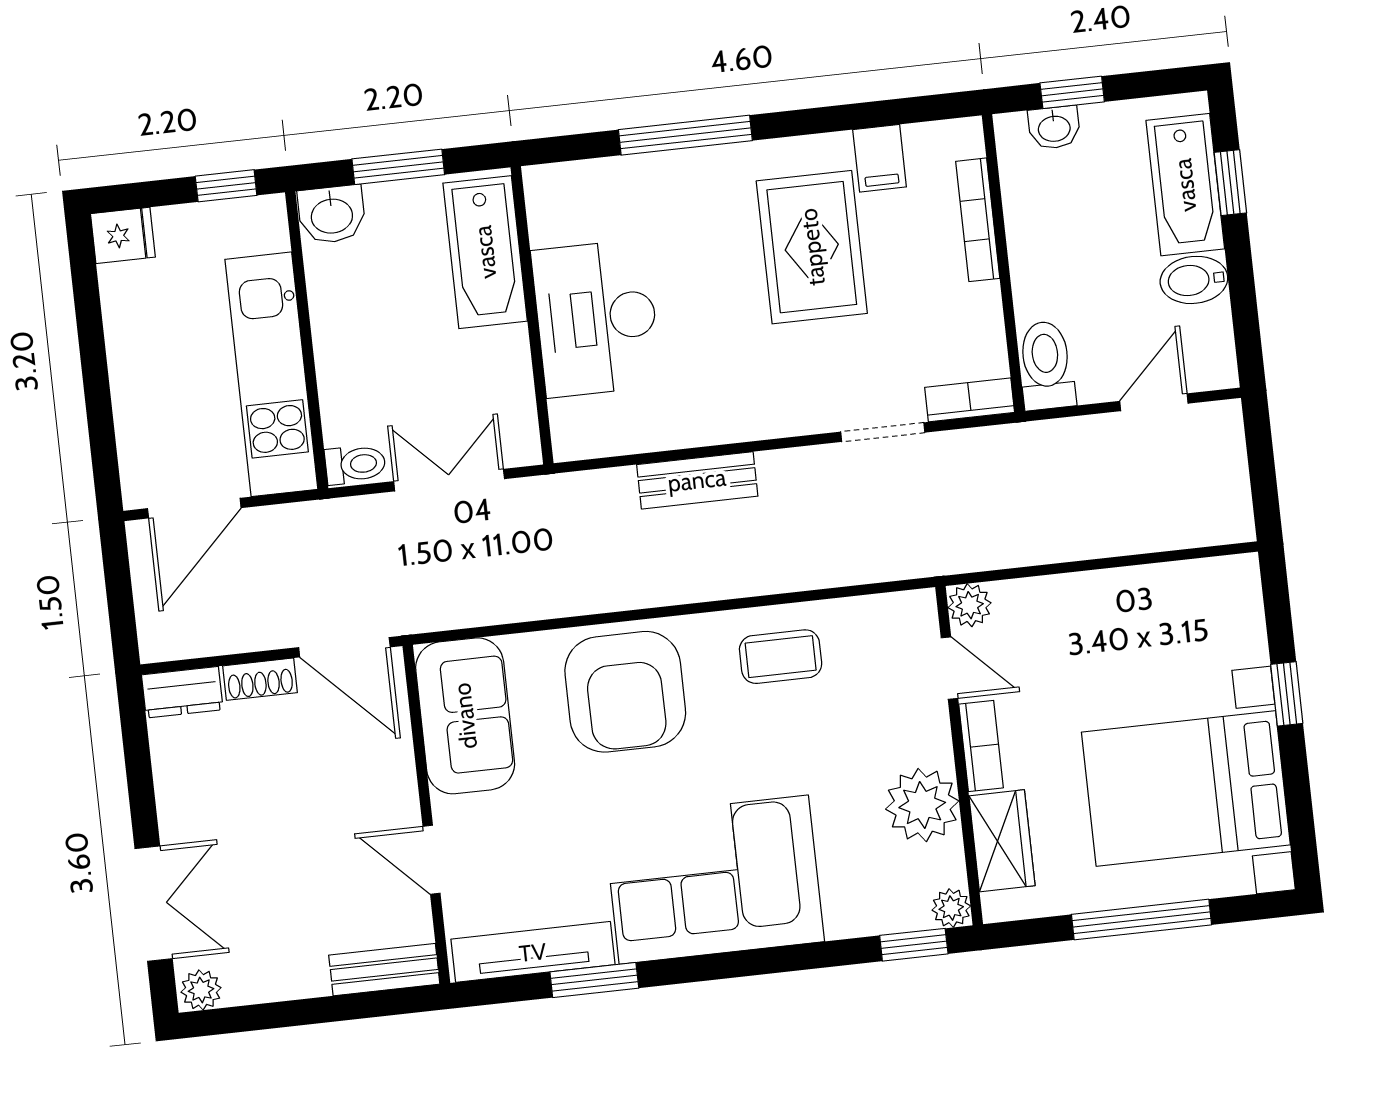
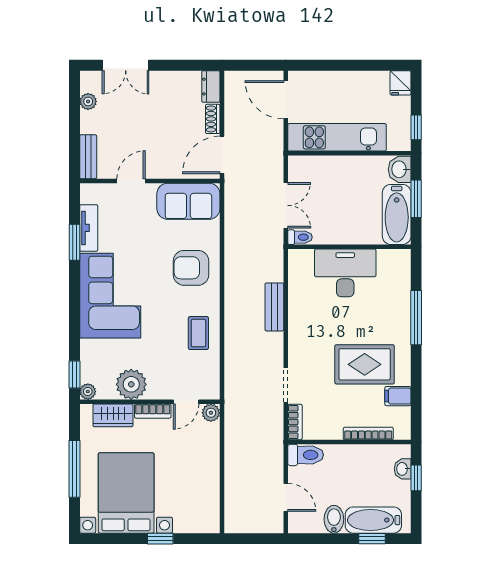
bathtub: (485, 252) -> (397, 214), moved, turned -90
toilet: (355, 464) -> (300, 237), moved, turned -90
armchair: (625, 692) -> (191, 268), width x0.73, depth x0.73
tv unit: (533, 952) -> (89, 228), width x0.71
plant: (201, 990) -> (88, 101), moved

